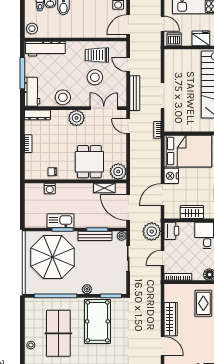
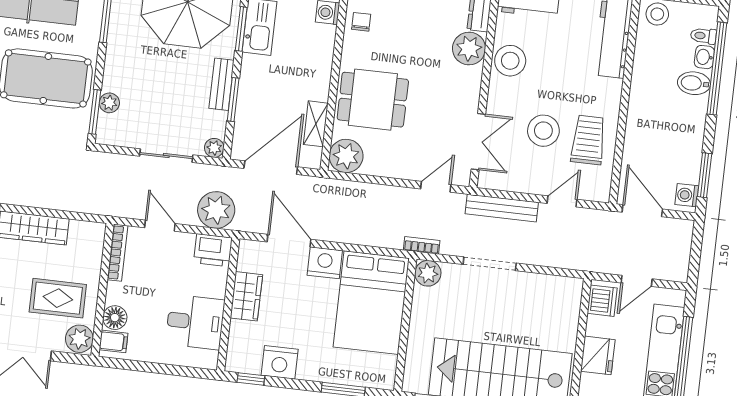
plant: (77, 118) -> (469, 48), moved
plant: (171, 125) -> (428, 273), added
bench: (95, 236) -> (222, 84), width x0.73
plant: (87, 289) -> (109, 103), moved

